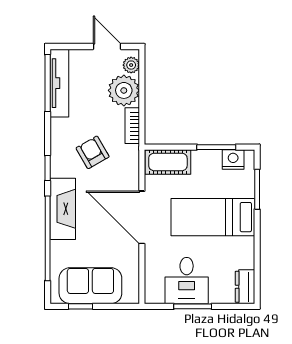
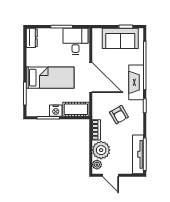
nightstand: (233, 159) -> (56, 111), moved
desk: (187, 281) -> (76, 41), moved

